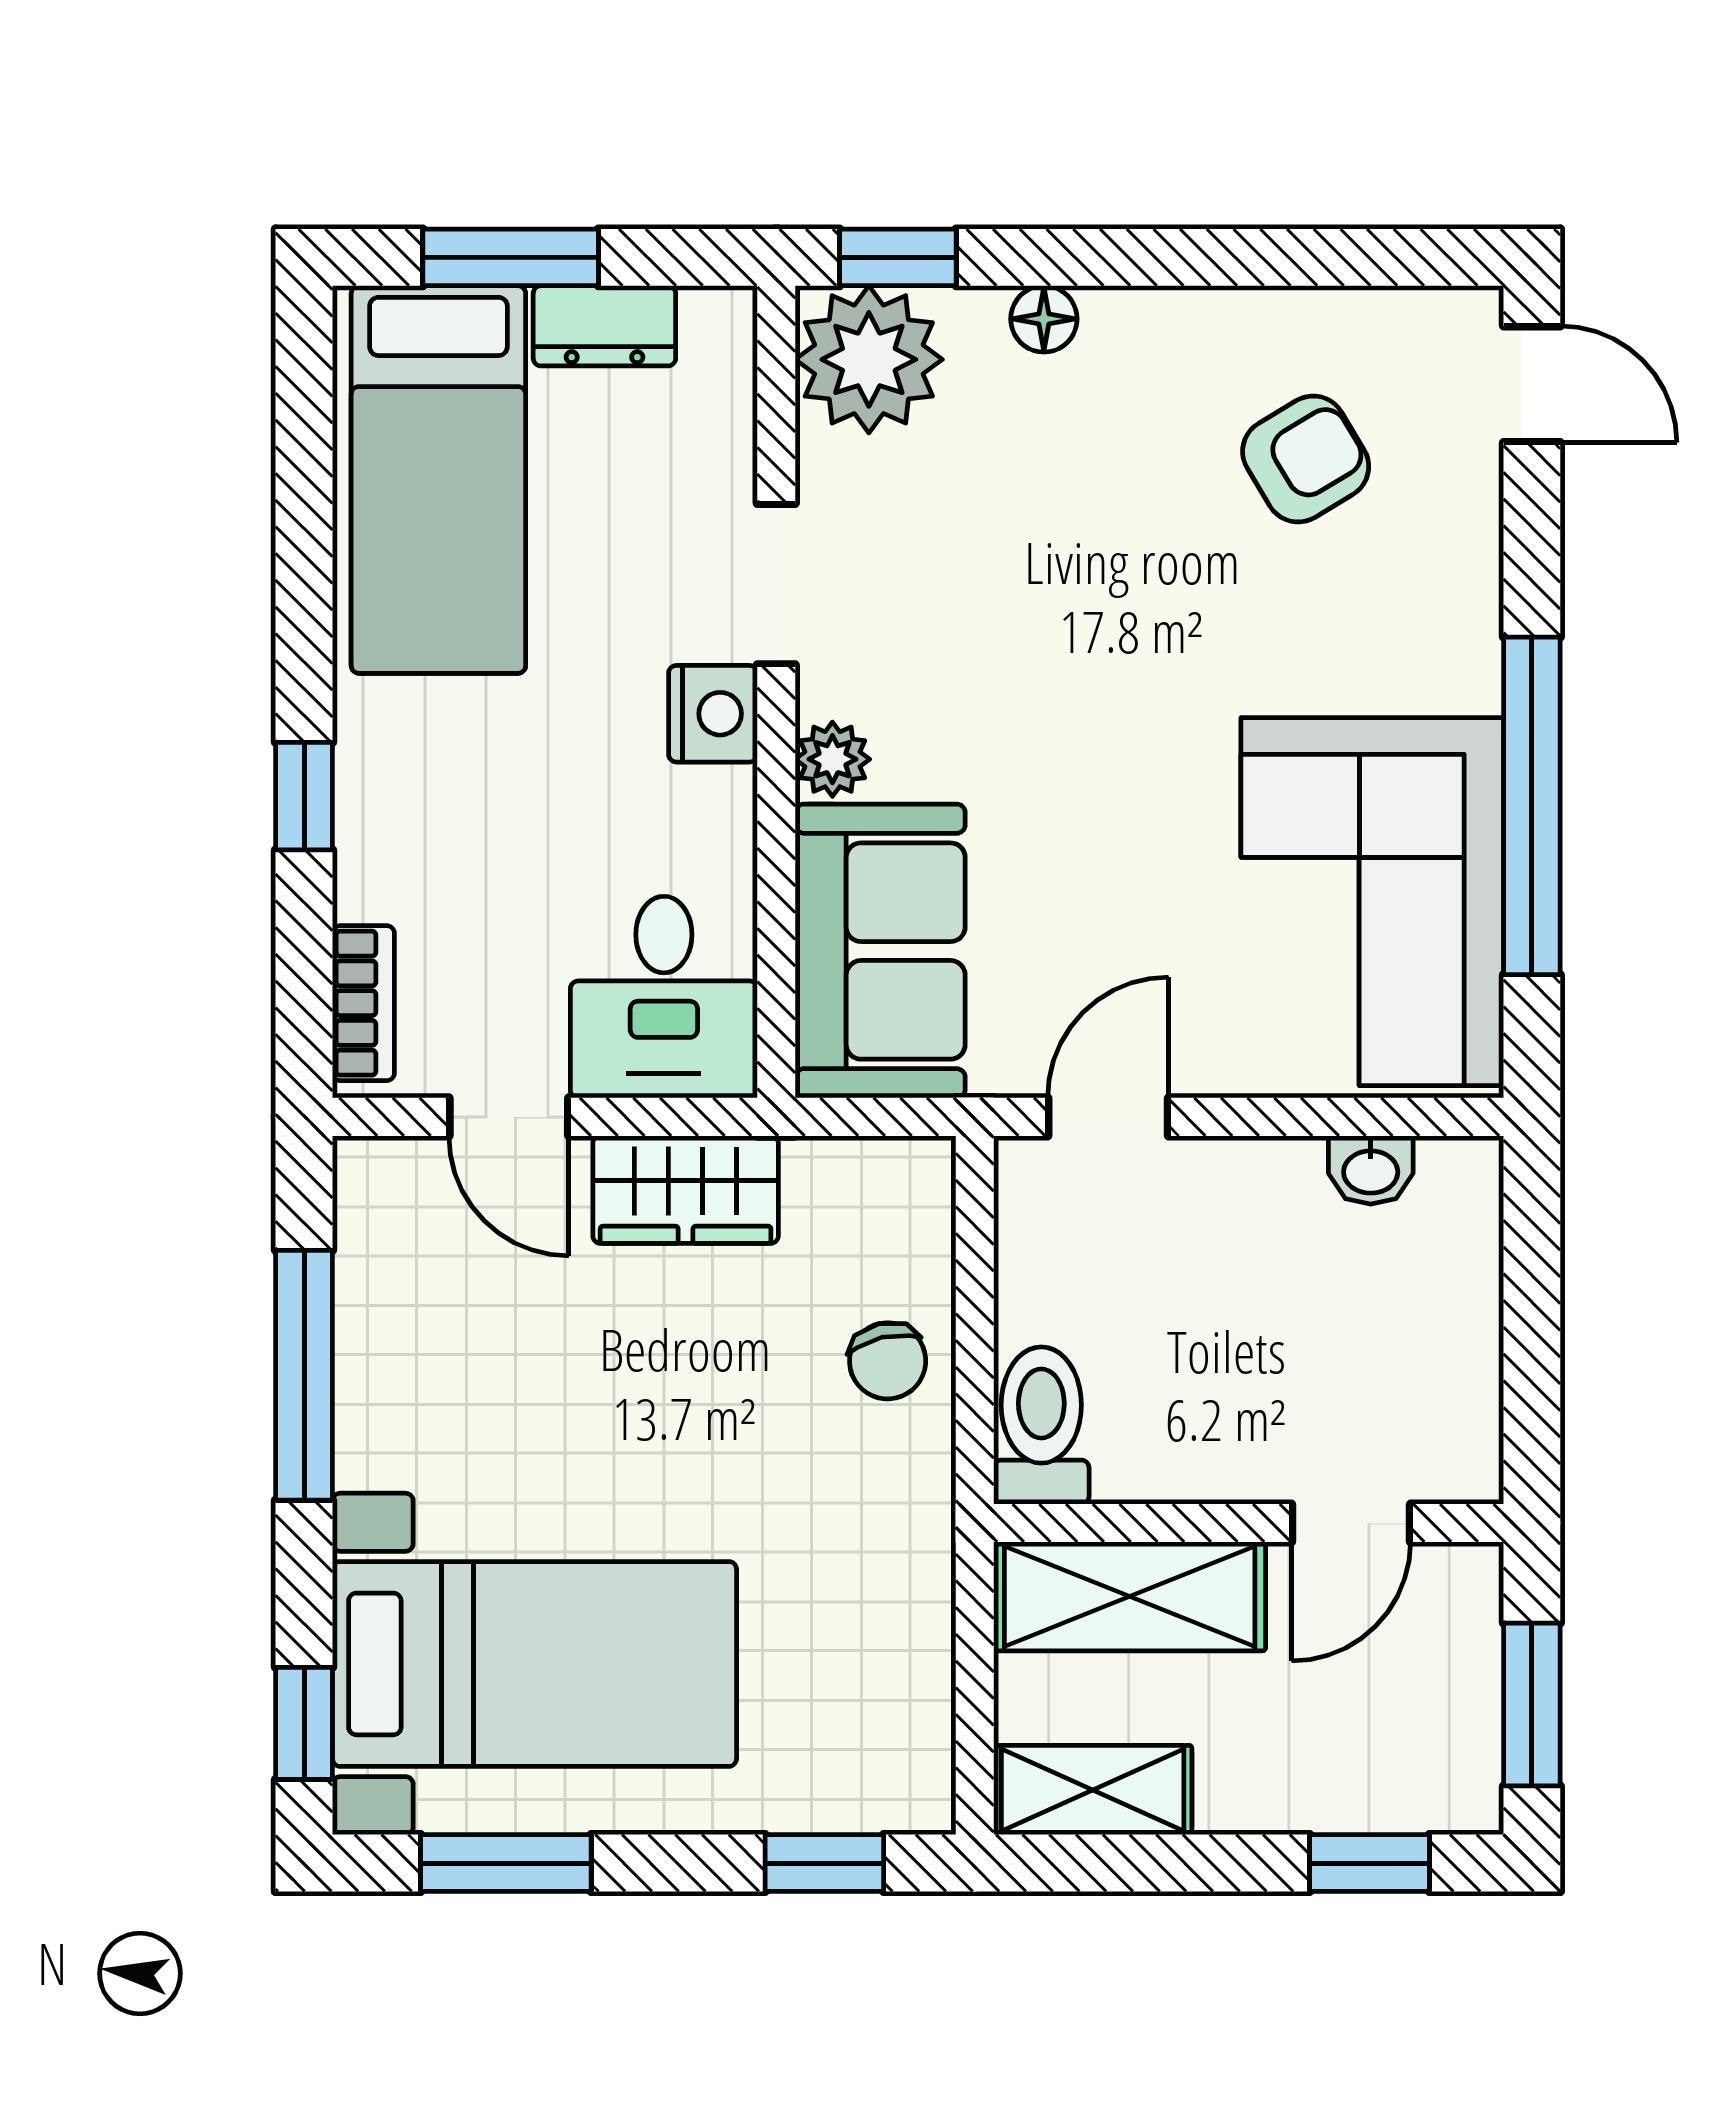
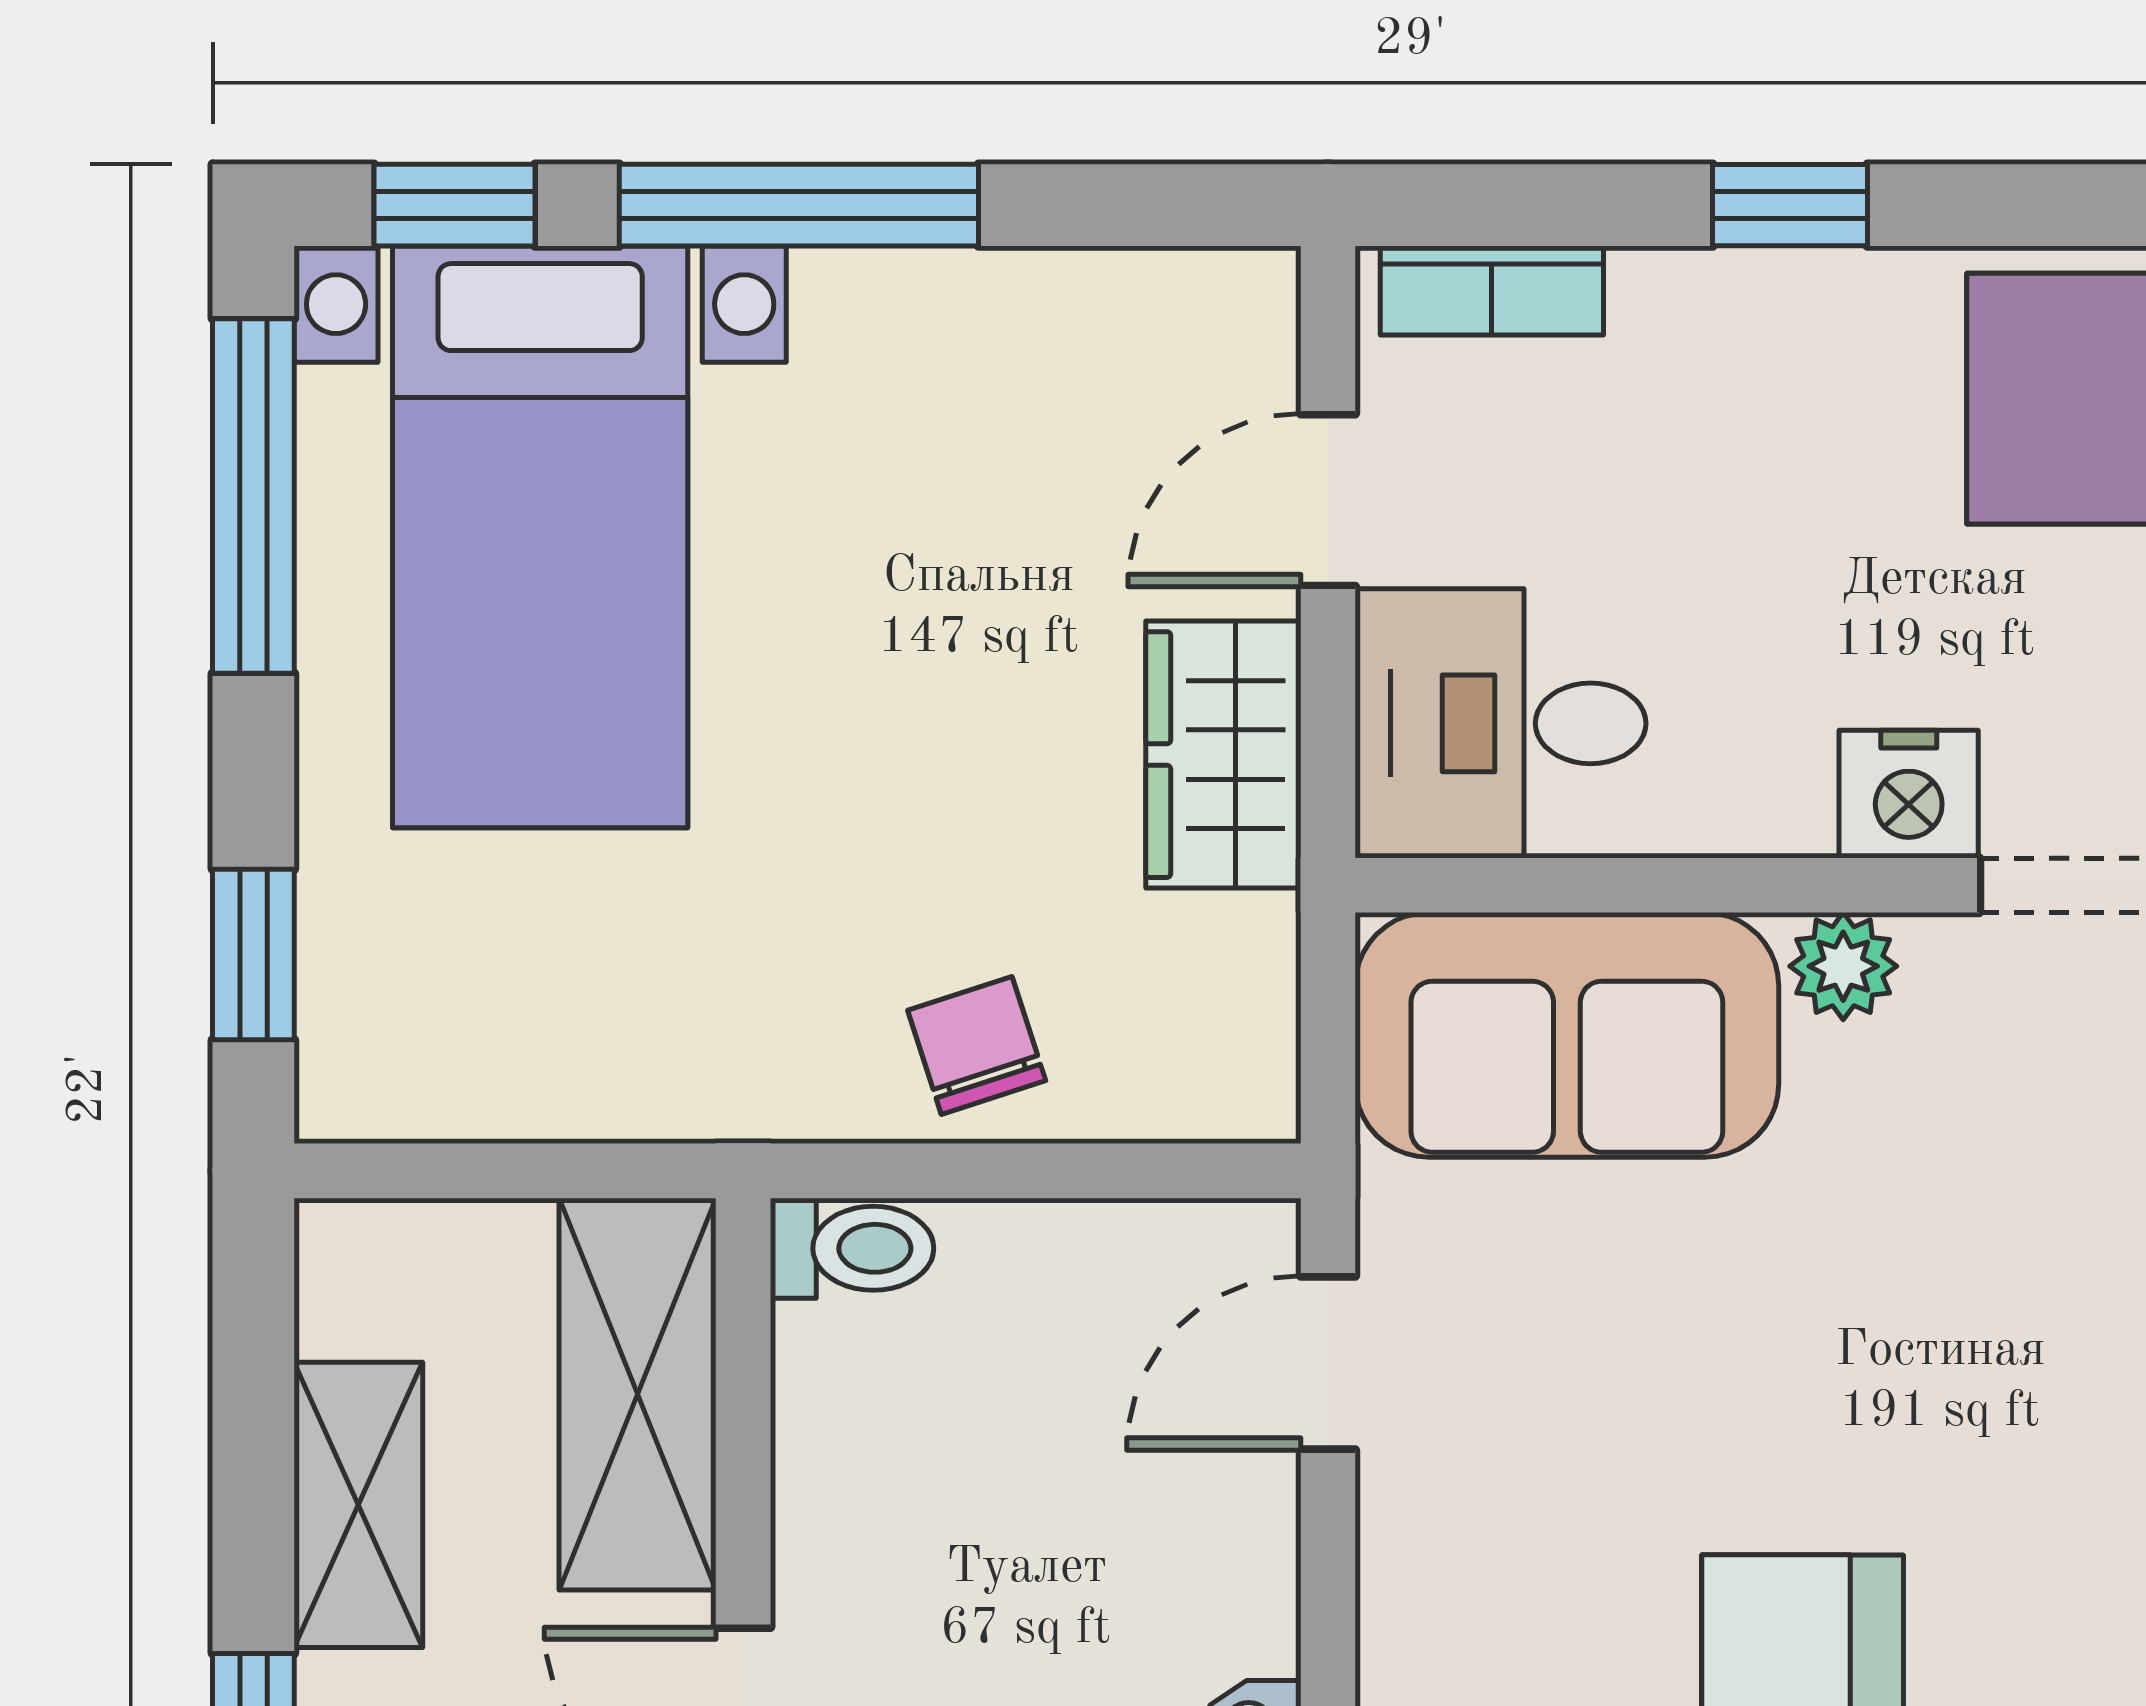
door: (1108, 1117) -> (1328, 1363), swing flipped
chair: (888, 1361) -> (977, 1045), turned 85
window: (304, 1375) -> (799, 205), moved
toilet: (1041, 1425) -> (852, 1248), width x0.73, depth x0.72
shelving: (1093, 1790) -> (358, 1505), moved
window: (506, 1863) -> (253, 496), width x1.44

